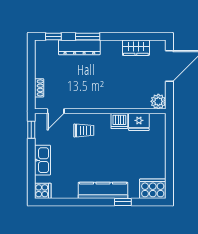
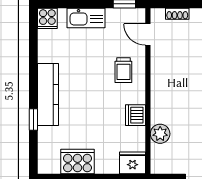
plant: (158, 101) -> (160, 134), moved
fridge: (139, 122) -> (133, 163), moved, turned 90
cooker: (153, 189) -> (78, 162), moved, turned -90

